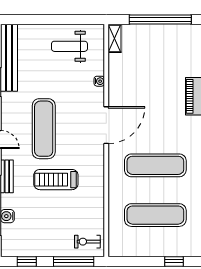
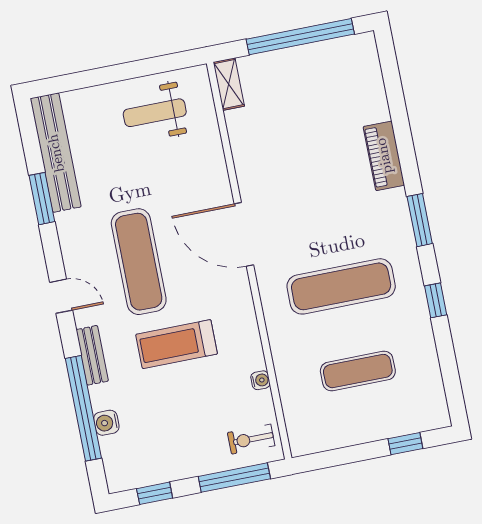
water cooler: (99, 81) -> (260, 380), moved
door: (106, 125) -> (244, 234), swing flipped
exercise mat: (155, 215) -> (358, 371), width x0.73, depth x0.69

